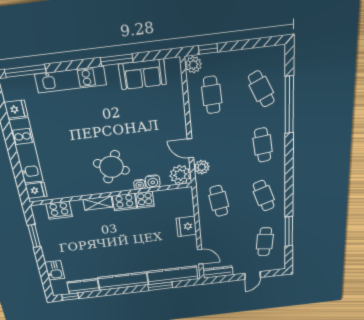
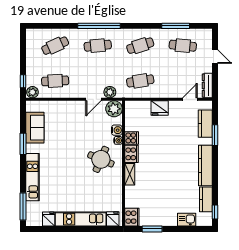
window: (289, 105) -> (99, 26), moved
cooker: (59, 210) -> (132, 217), moved
kitchen counter: (173, 275) -> (205, 124), width x0.67

